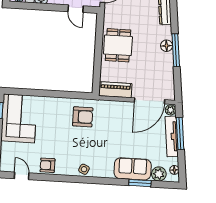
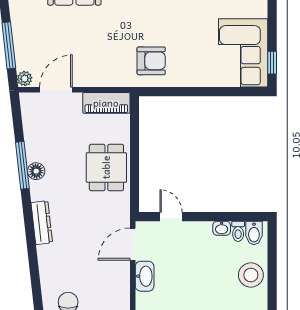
door: (150, 101) -> (56, 90), width x0.73
armchair: (83, 117) -> (151, 61), turned 180
tv unit: (172, 136) -> (21, 40), removed

